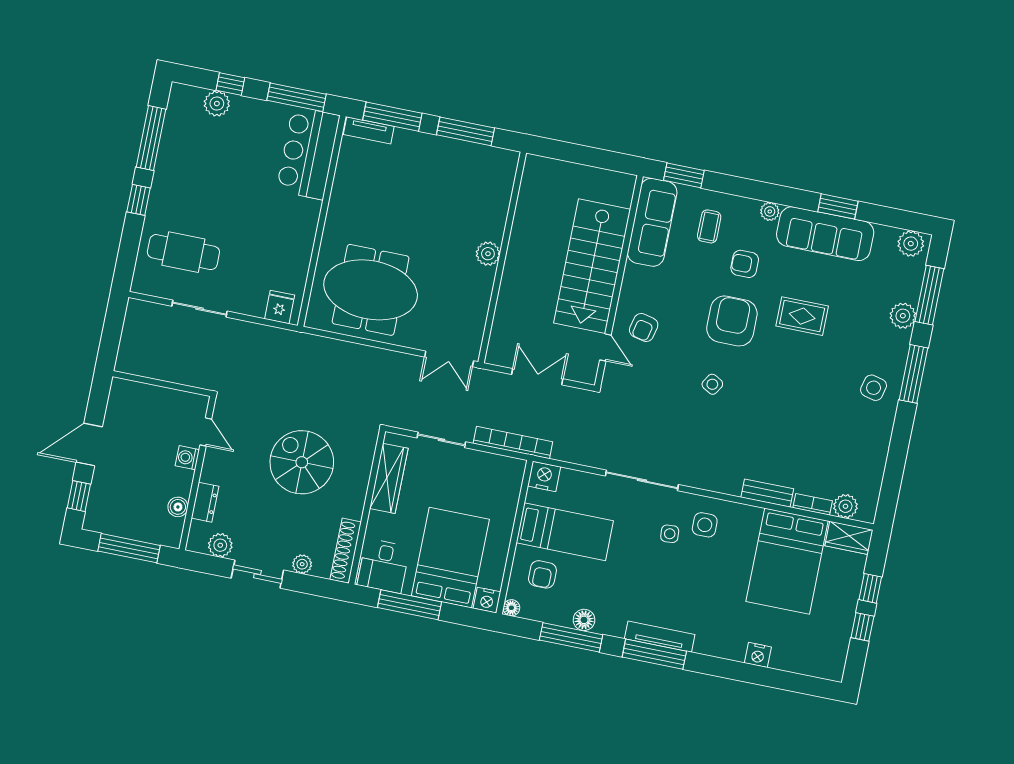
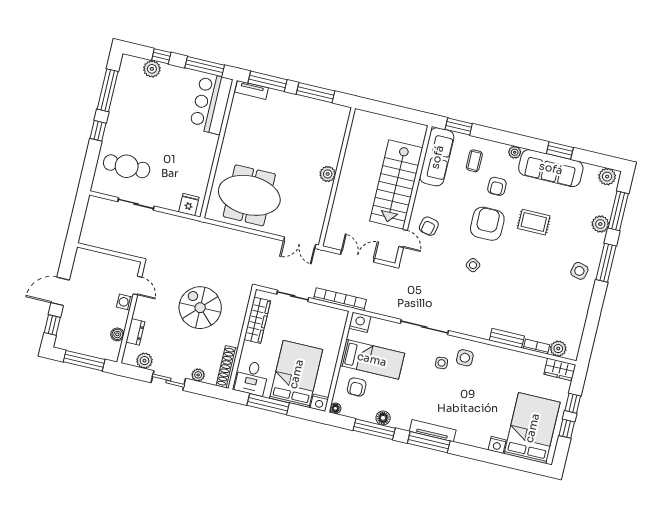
armchair: (745, 264) -> (497, 186), turned -90
bed: (787, 561) -> (532, 428), moved, turned 180

